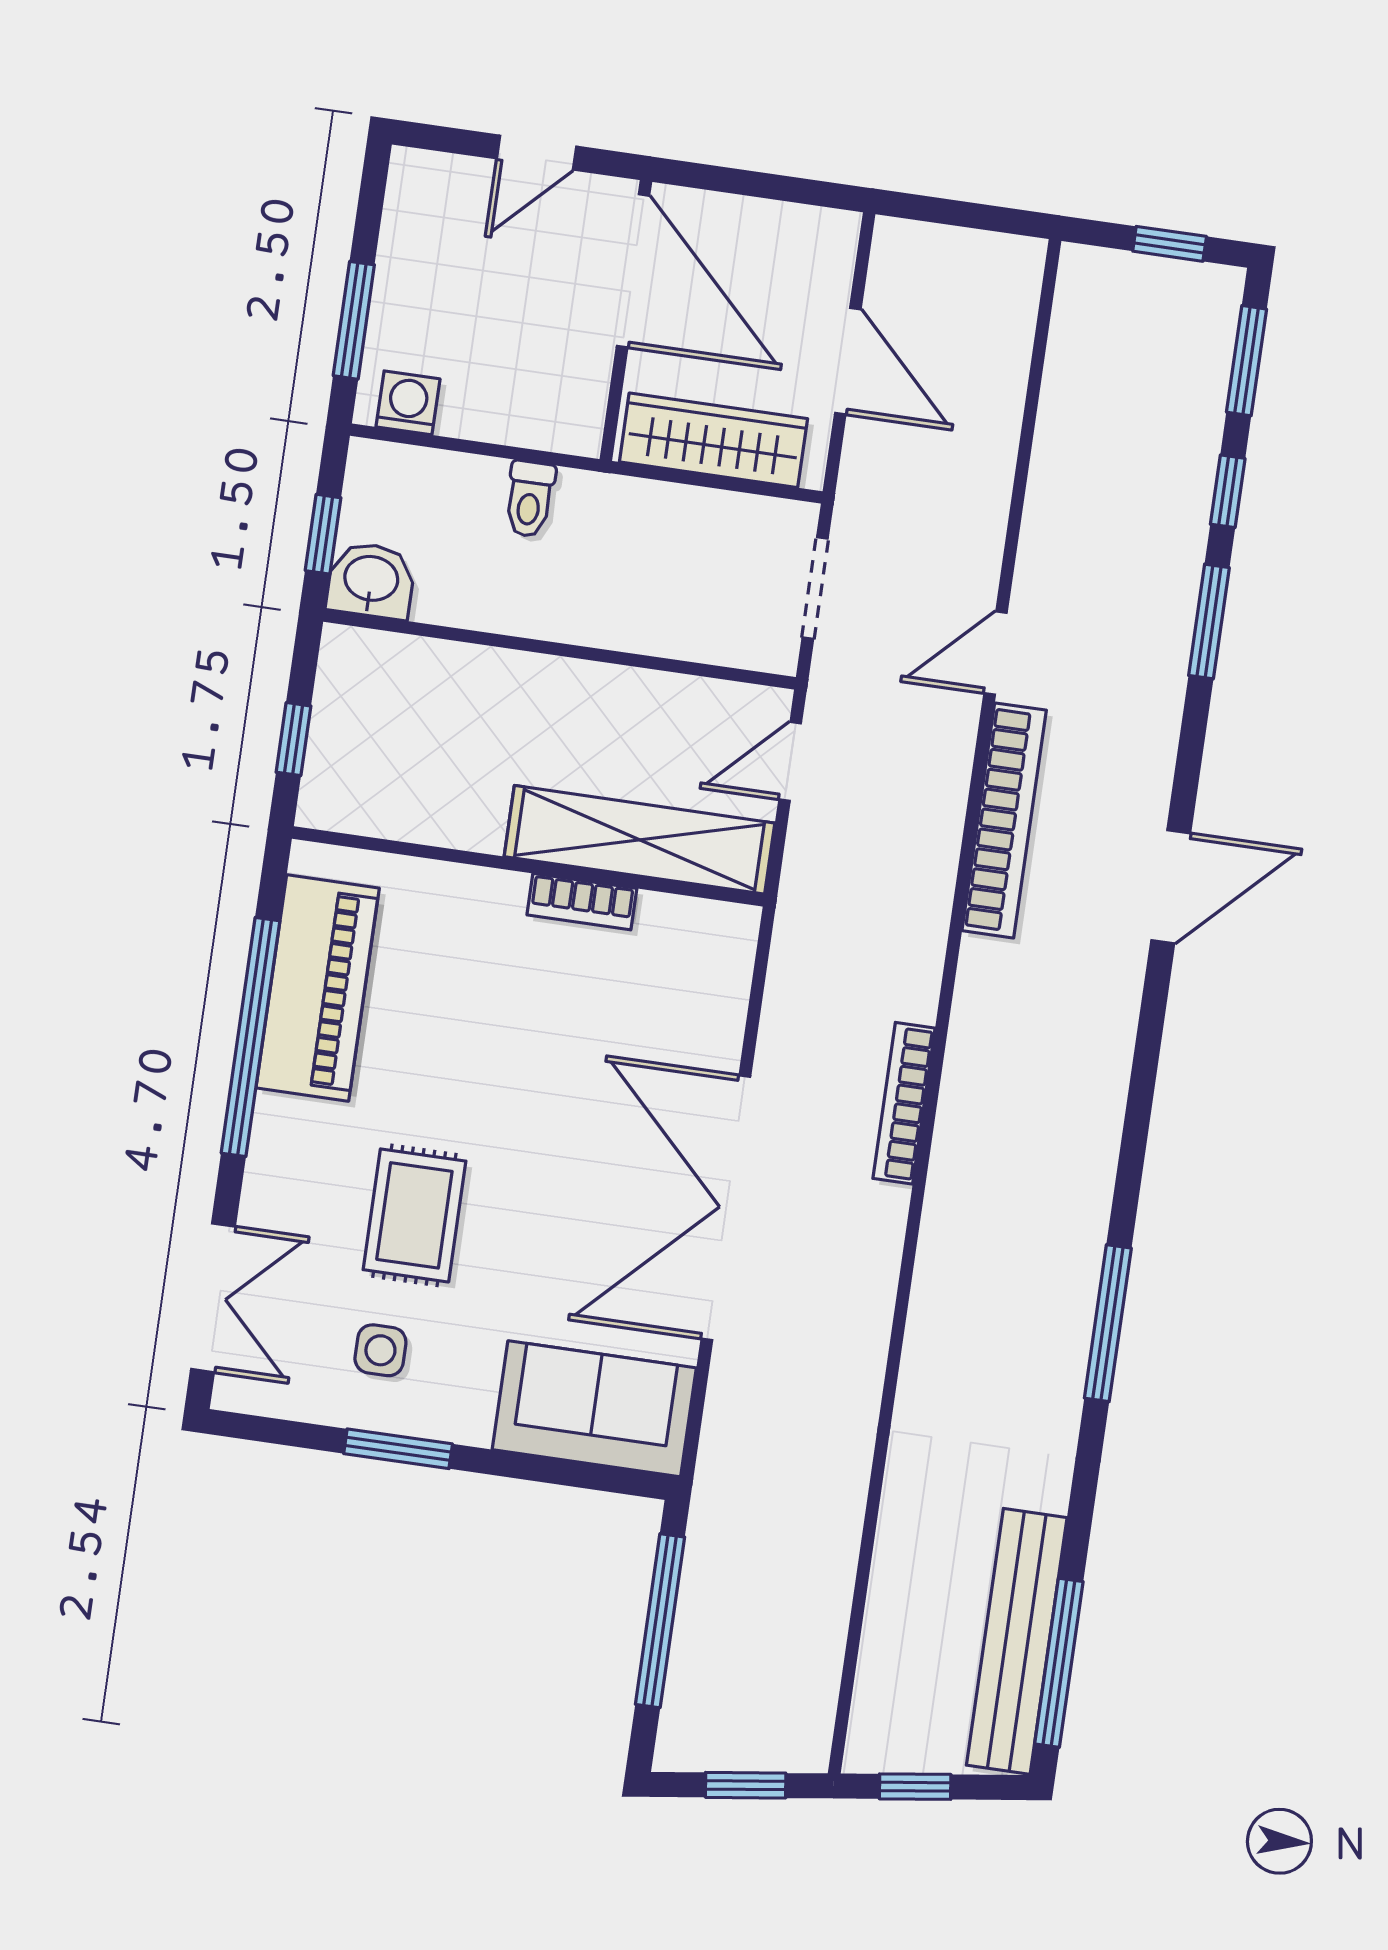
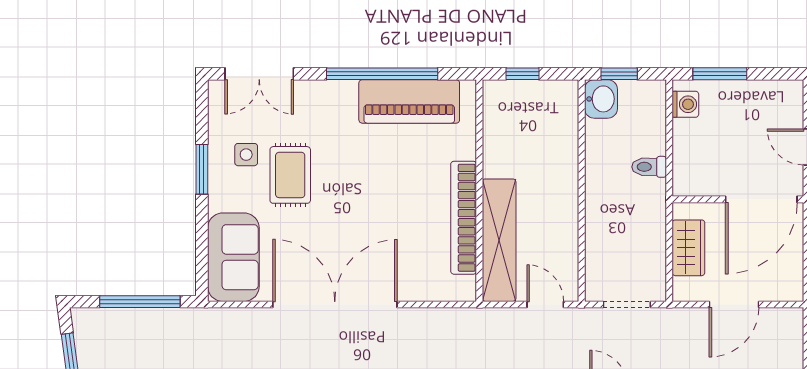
wardrobe: (713, 440) -> (688, 248), width x0.67
bookcase: (582, 902) -> (464, 218), width x2.31, depth x1.31
rug: (414, 1215) -> (290, 175), moved, turned 90

